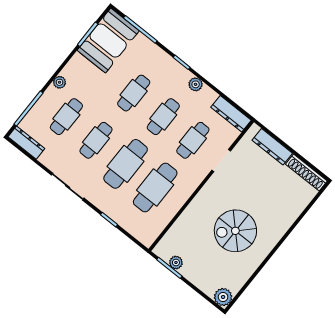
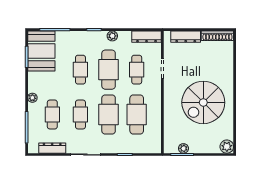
cafe table: (163, 117) -> (109, 70), width x1.37, depth x1.35
dresser: (26, 143) -> (52, 148), moved
spiral stairs: (235, 231) -> (203, 102), width x1.37, depth x1.37

